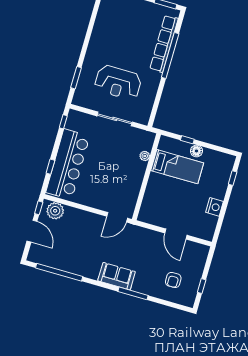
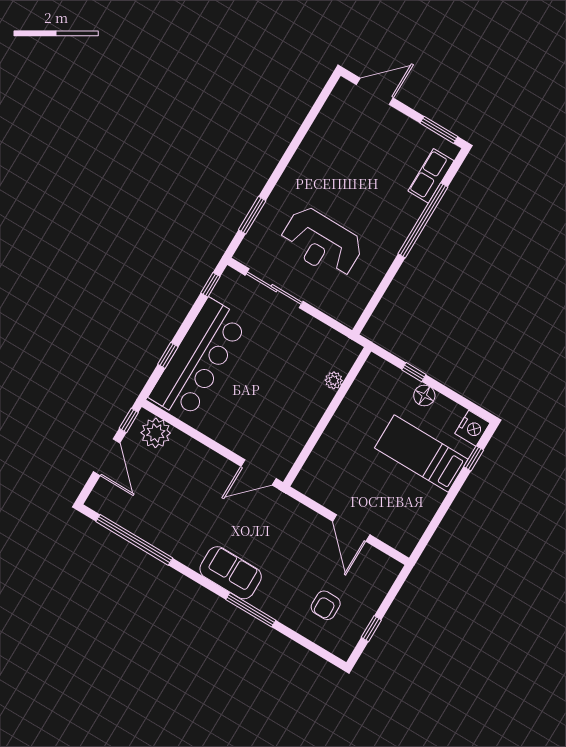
row of seats: (164, 44) -> (431, 176), width x0.50
sliding door: (115, 119) -> (274, 288), moved
bed: (177, 167) -> (421, 454), moved, turned 180
nightstand: (215, 207) -> (472, 428), moved

